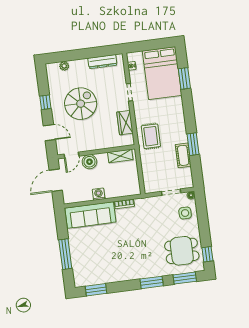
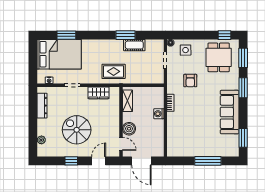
washing machine: (99, 194) -> (159, 114), moved
sofa: (90, 215) -> (230, 112), moved, turned 180
armchair: (152, 223) -> (190, 81), added

